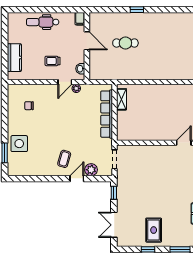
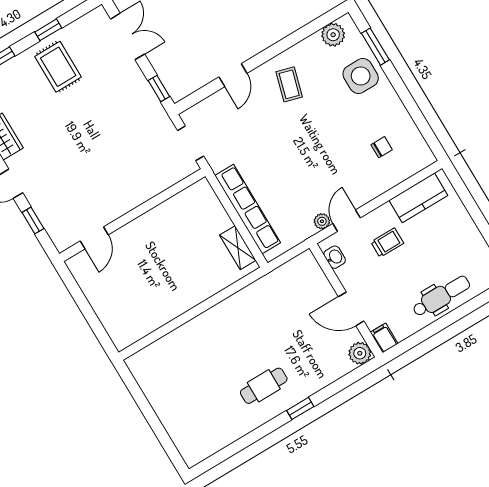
plant: (95, 18) -> (360, 353), added
cafe table: (125, 43) -> (264, 386), moved
kitchen counter: (14, 58) -> (418, 198), moved, turned -90
coffee table: (64, 159) -> (289, 84), moved
plant: (91, 170) -> (333, 35), moved

